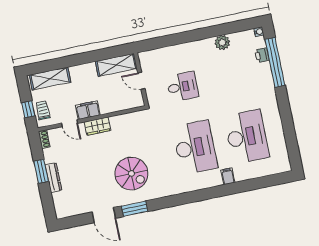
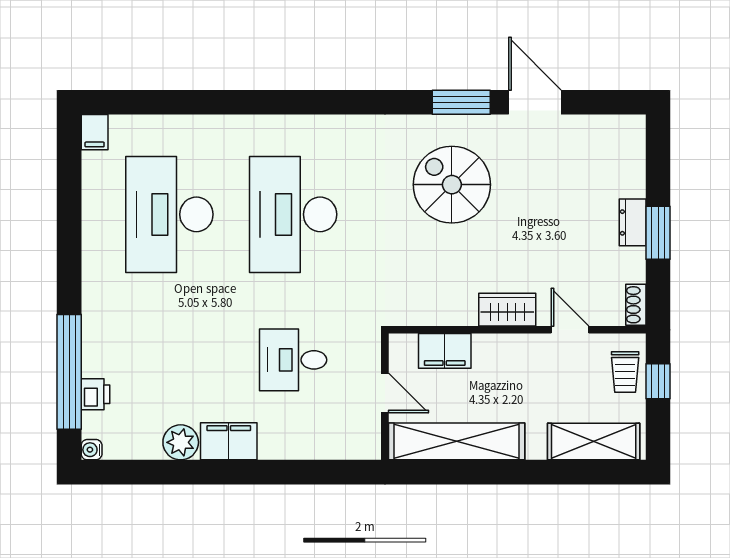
filing cabinet: (202, 47) -> (229, 441), added
shelving: (116, 65) -> (457, 441), width x1.47
filing cabinet: (88, 110) -> (445, 351), moved
filing cabinet: (228, 176) -> (95, 132), moved
dresser: (54, 178) -> (633, 222), width x0.70

